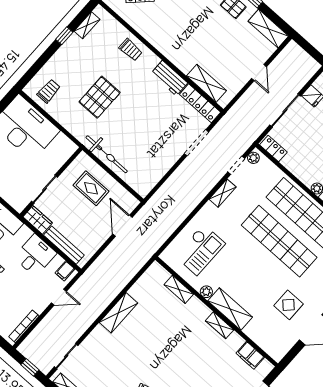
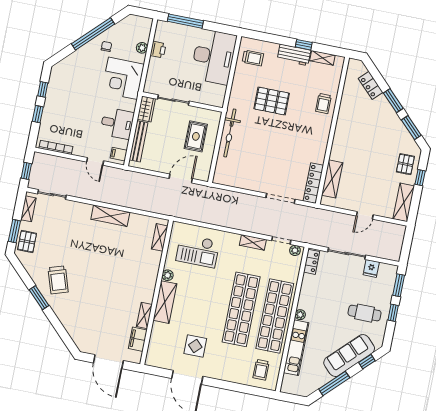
workbench: (169, 78) -> (294, 55), moved, turned -90
shelving: (179, 289) -> (160, 237), moved
shelving: (220, 325) -> (144, 315), moved

